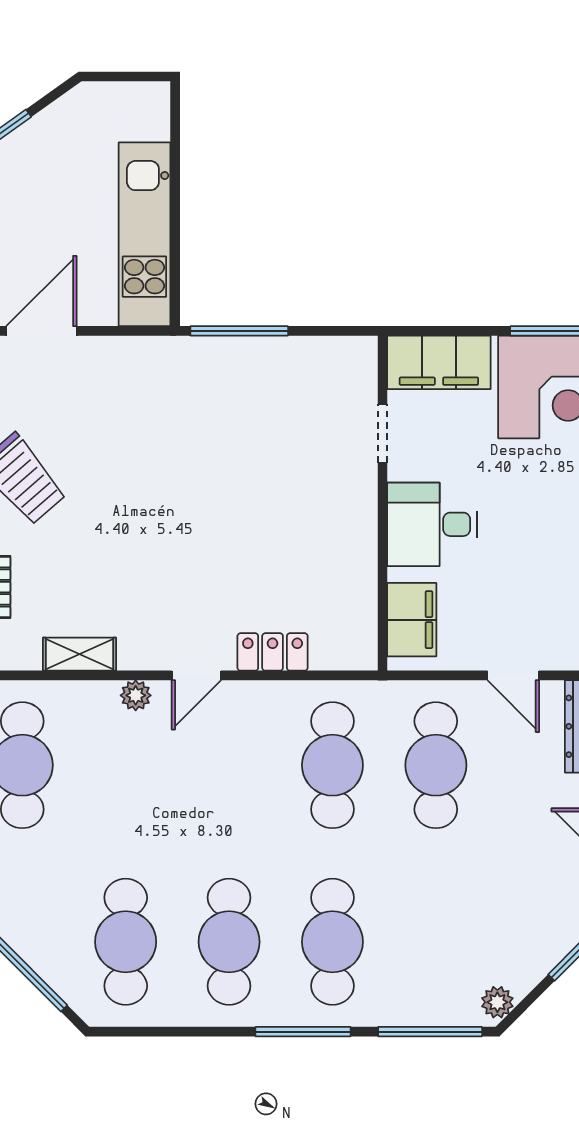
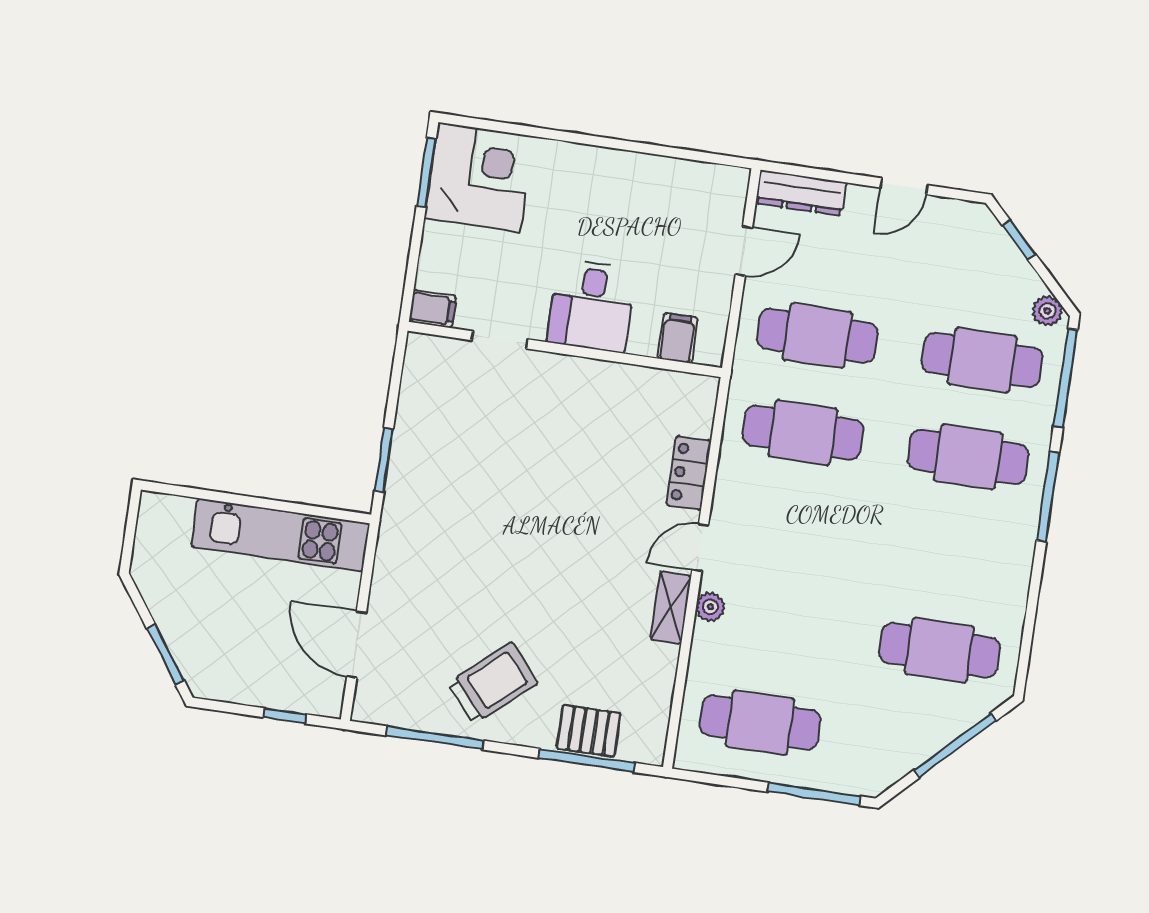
window: (239, 331) -> (384, 460), width x0.69
filing cabinet: (439, 362) -> (433, 309), width x0.33, depth x0.86
filing cabinet: (412, 620) -> (678, 338), width x0.50
shelving: (79, 654) -> (671, 608), moved
door: (196, 675) -> (700, 547), swing flipped
cafe table: (229, 942) -> (982, 360), moved

